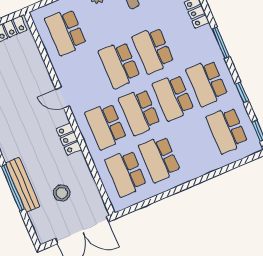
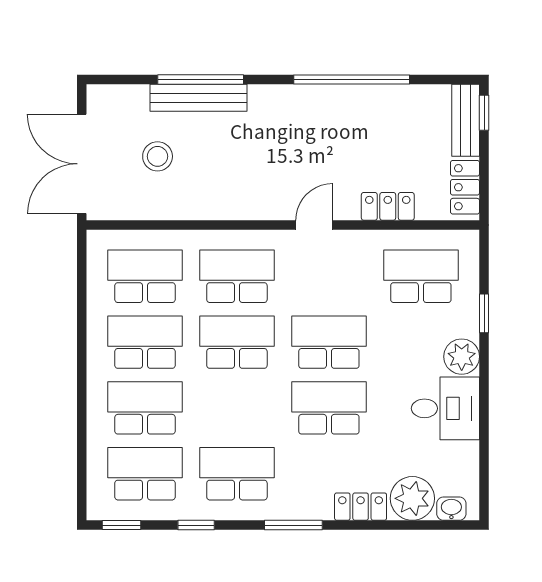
school desk: (173, 97) -> (145, 408), moved
locker: (69, 139) -> (388, 206), moved

